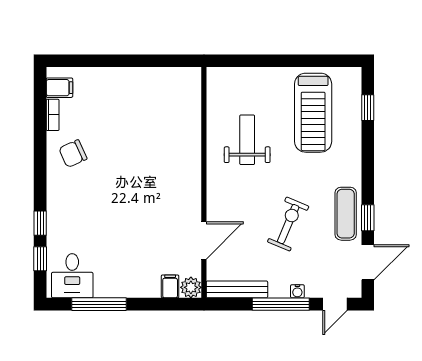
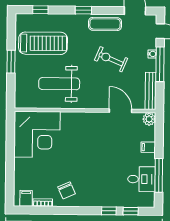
window: (283, 61) -> (11, 62), added
corner desk: (164, 104) -> (37, 134), added
weight bench: (247, 140) -> (59, 84), width x1.36, depth x1.33
window: (368, 218) -> (83, 10), moved
desk: (72, 276) -> (141, 179), moved
filing cabinet: (170, 286) -> (148, 147), moved

